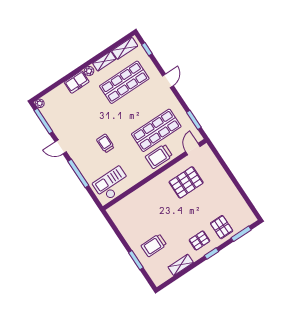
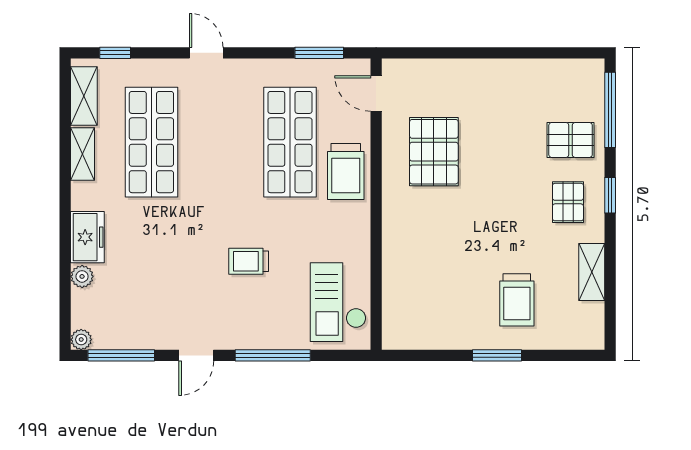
plant: (89, 71) -> (82, 276), moved
window: (241, 234) -> (610, 110), width x1.44
window: (136, 260) -> (497, 355), moved

